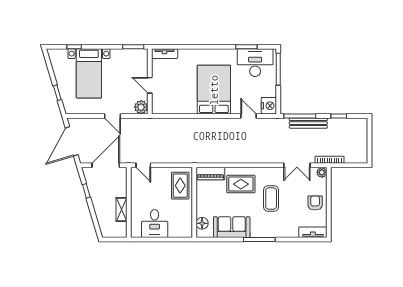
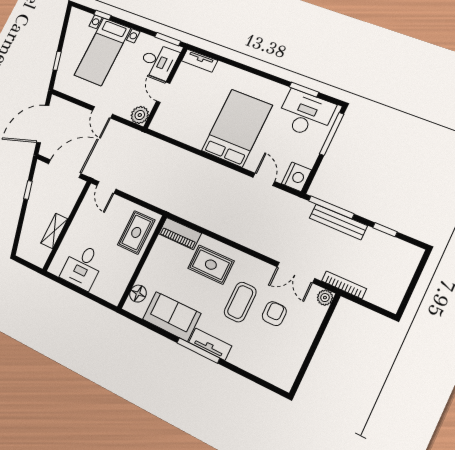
desk: (135, 65) -> (159, 61), added
armchair: (315, 203) -> (274, 314), moved
tv unit: (313, 232) -> (210, 344), moved

